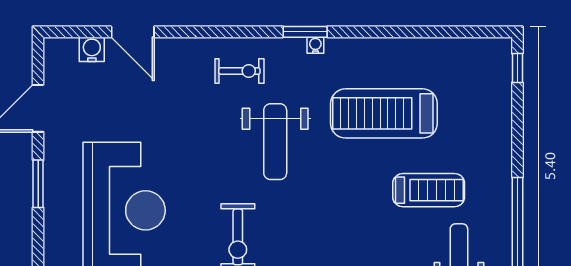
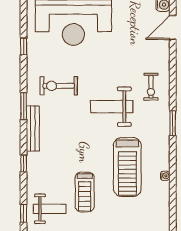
water cooler: (315, 45) -> (165, 176), moved
treadmill: (384, 113) -> (127, 167), turned 180

